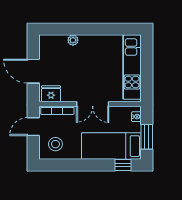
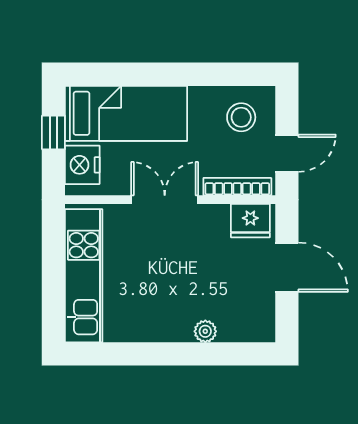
nightstand: (136, 117) -> (82, 165), width x1.89, depth x1.79
window: (147, 137) -> (53, 132), width x0.67
window: (123, 165) -> (102, 74), removed

